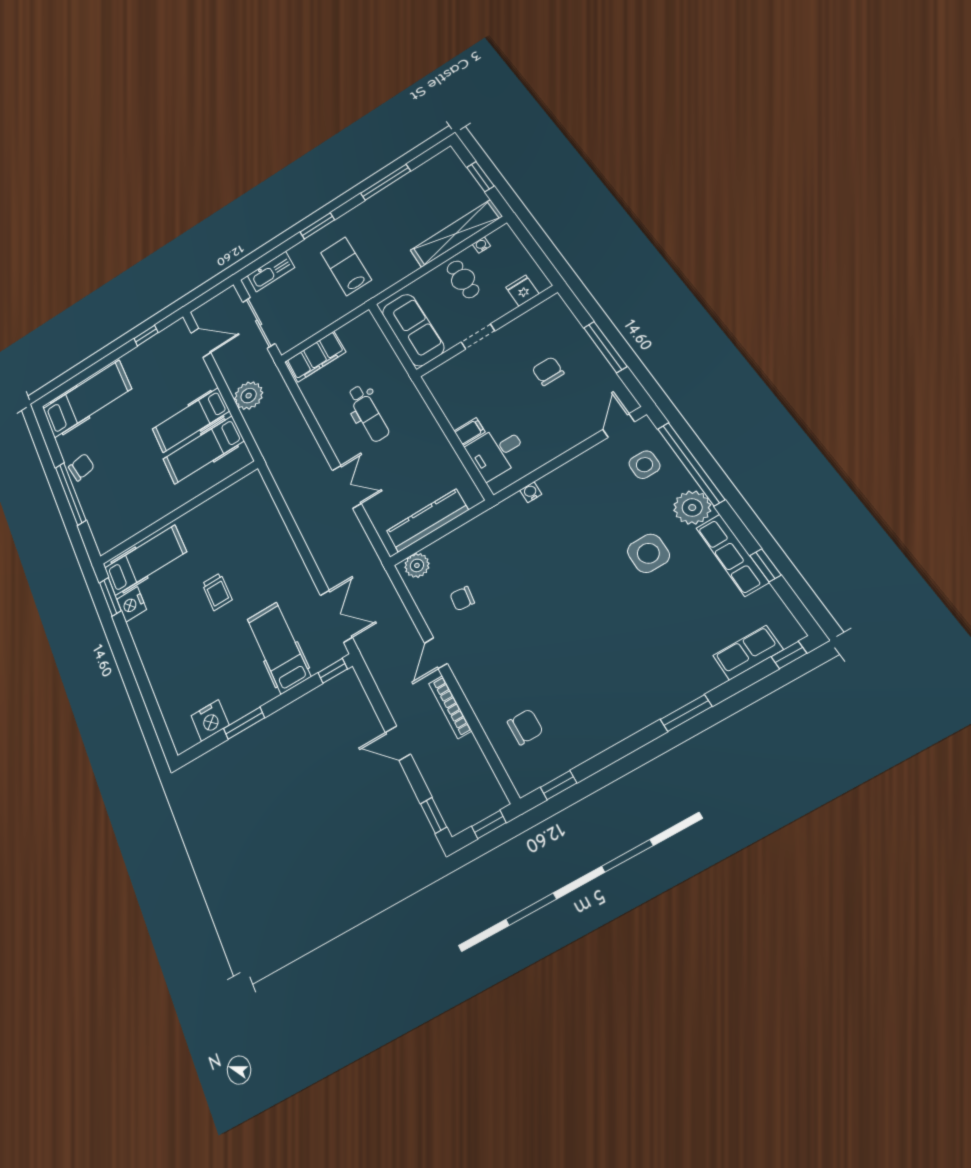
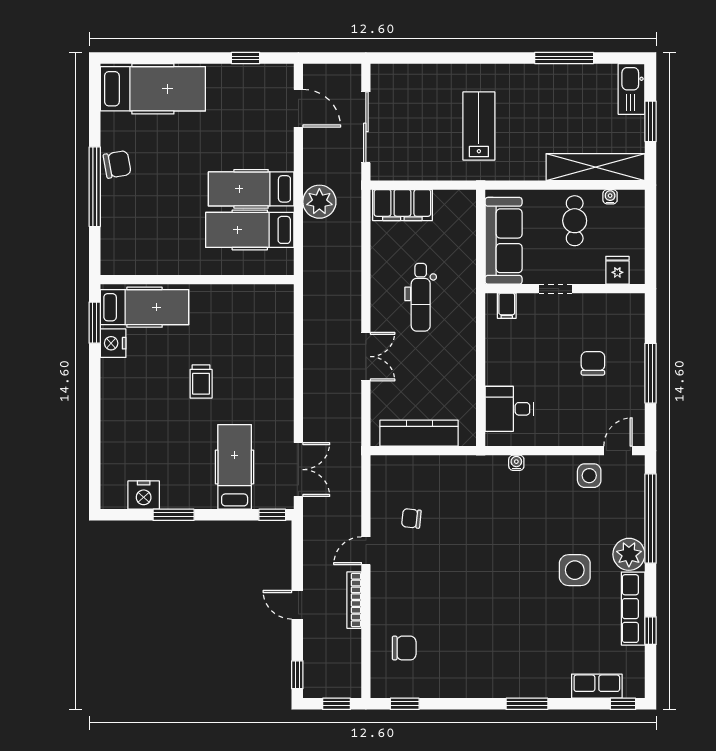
window: (317, 226) -> (475, 58), removed
kitchen sink: (271, 271) -> (632, 89), moved, turned 90
filing cabinet: (470, 432) -> (507, 306), moved, turned 90
side table: (644, 465) -> (589, 476), moved
plant: (417, 565) -> (389, 467), removed

